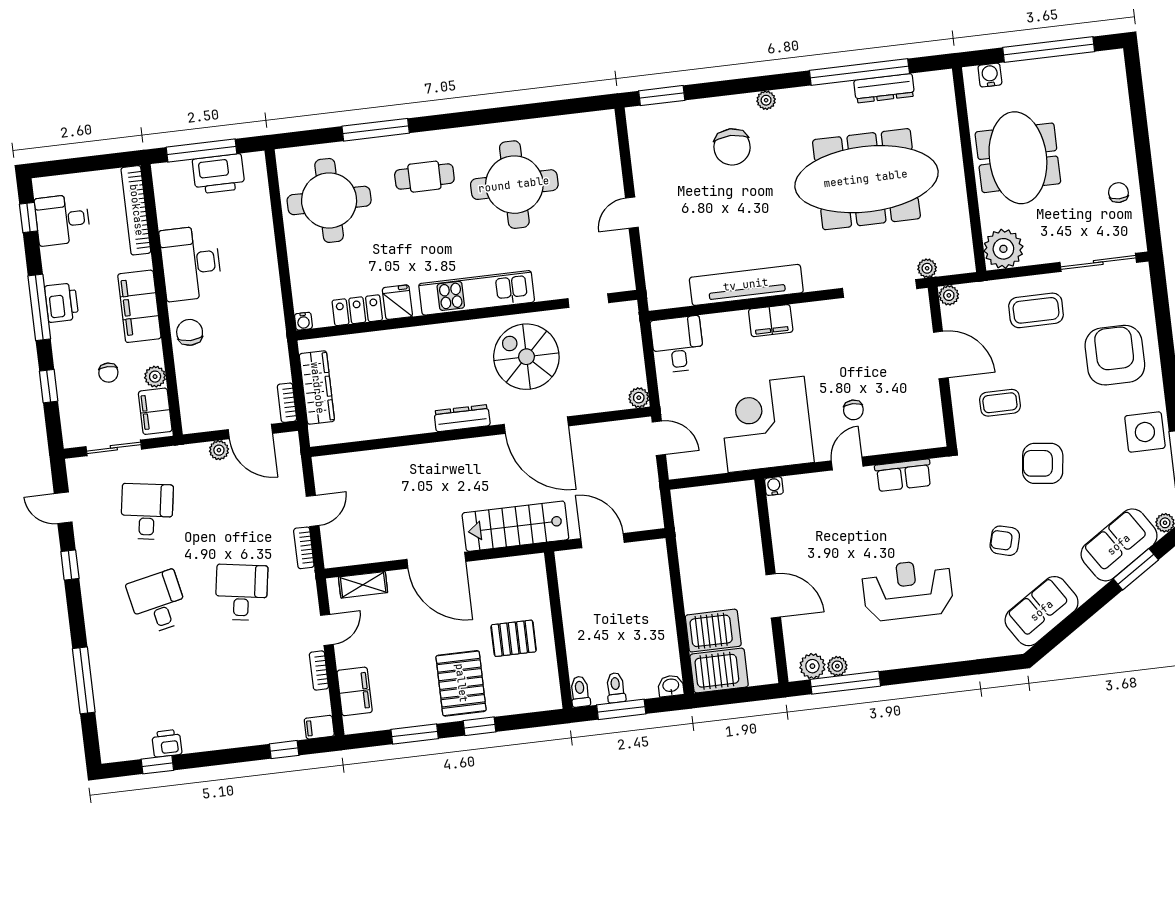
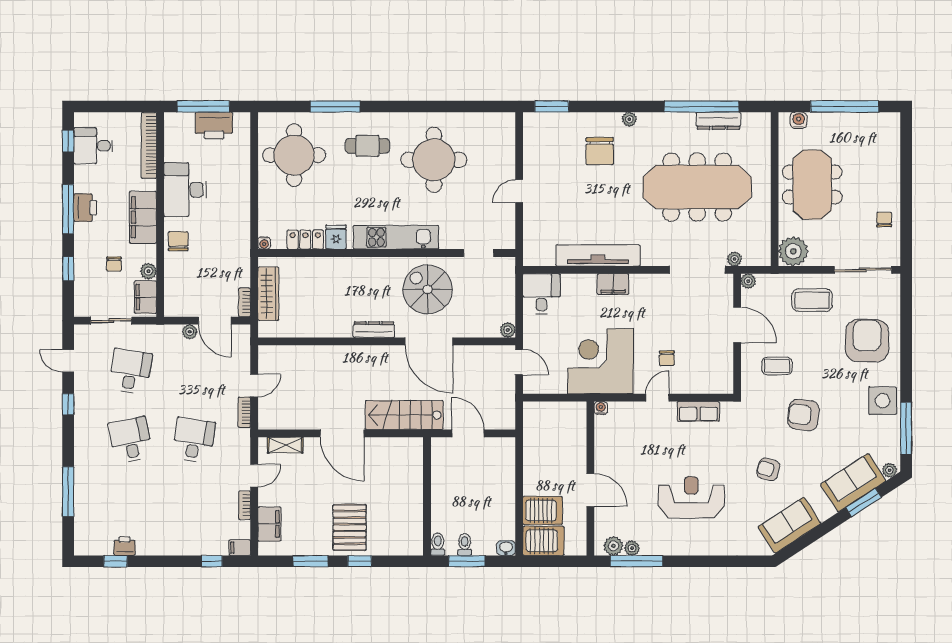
pallet: (514, 638) -> (393, 498), removed

